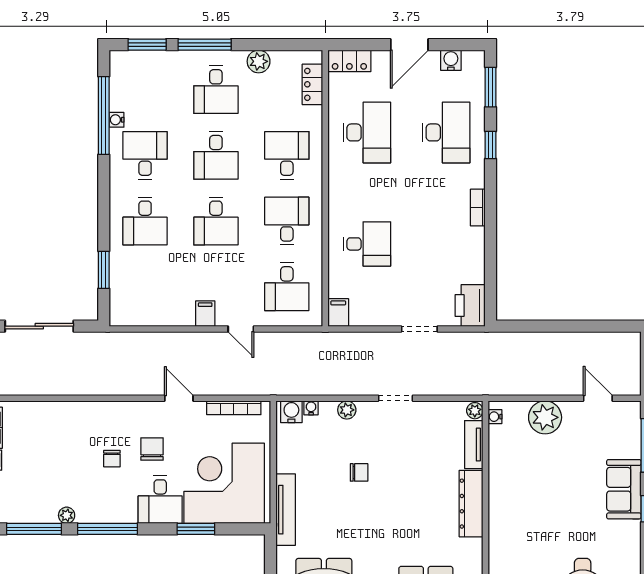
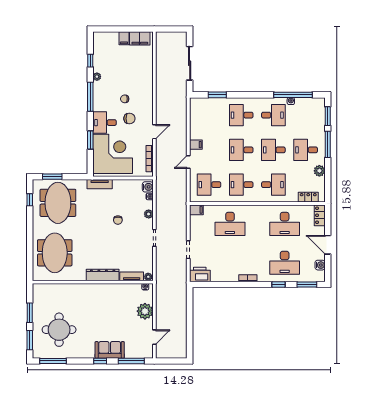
desk: (287, 221) -> (241, 185), turned 180
desk: (367, 244) -> (230, 224), width x1.37
tv unit: (286, 510) -> (100, 184), width x0.71
window: (34, 529) -> (90, 61), width x0.46

